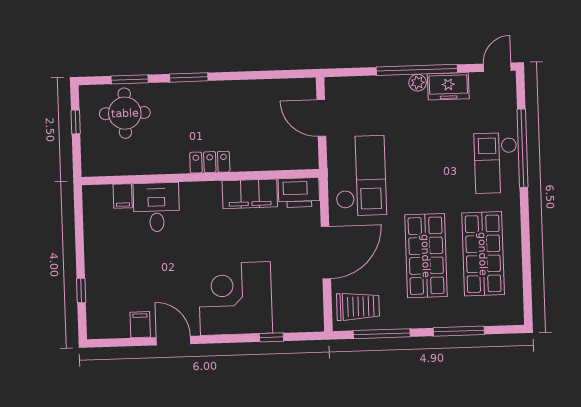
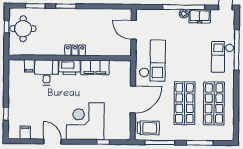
round table: (125, 113) -> (23, 29), moved
printer: (299, 193) -> (70, 67), moved
filing cabinet: (140, 325) -> (25, 132), moved

